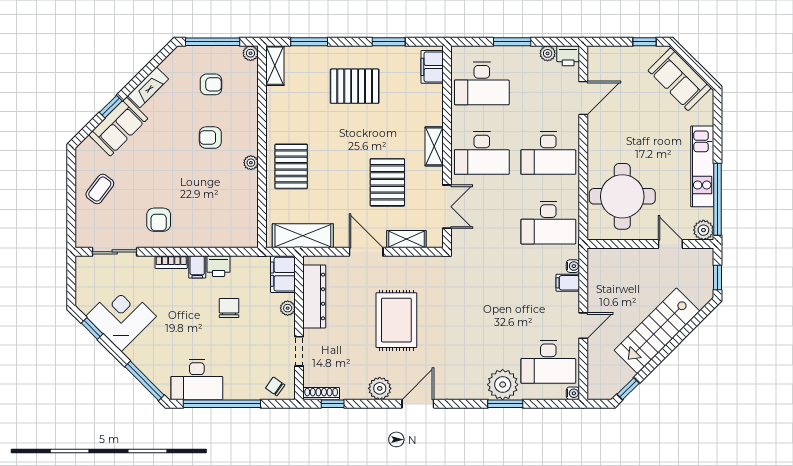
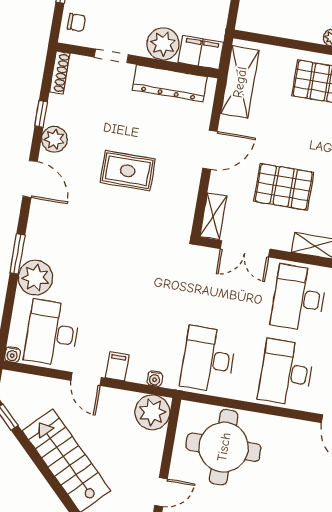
shelving: (406, 239) -> (213, 216), moved
plant: (602, 263) -> (152, 412), added
filing cabinet: (568, 283) -> (117, 366), moved
plant: (288, 308) -> (163, 44), width x1.87, depth x1.87
rug: (396, 320) -> (128, 171), width x0.73, depth x0.70
chair: (275, 386) -> (76, 22), turned 55
window: (333, 404) -> (41, 114), moved
window: (505, 404) -> (17, 254), moved

